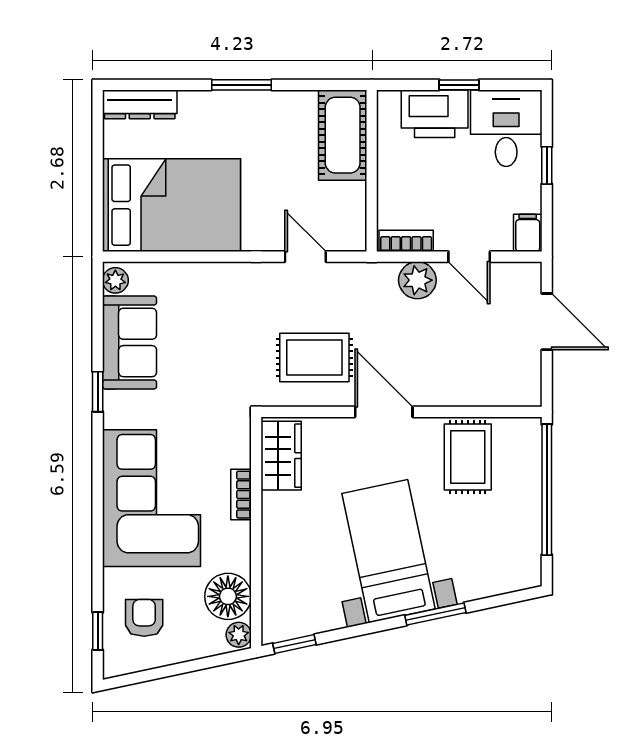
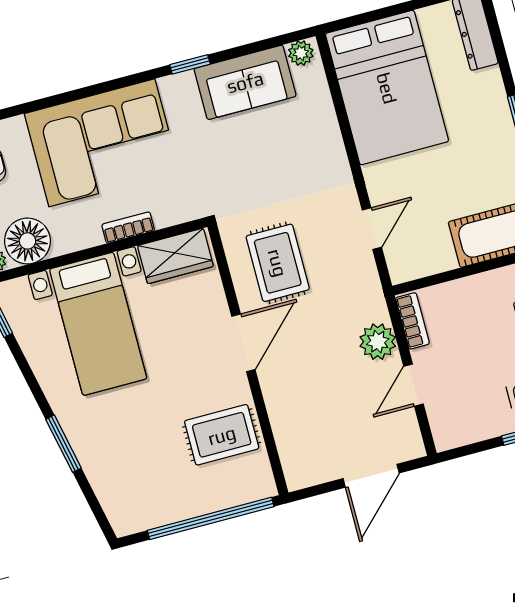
filing cabinet: (528, 233) -> (451, 435), removed
bed with nightstands: (389, 551) -> (98, 324), moved, turned 102

